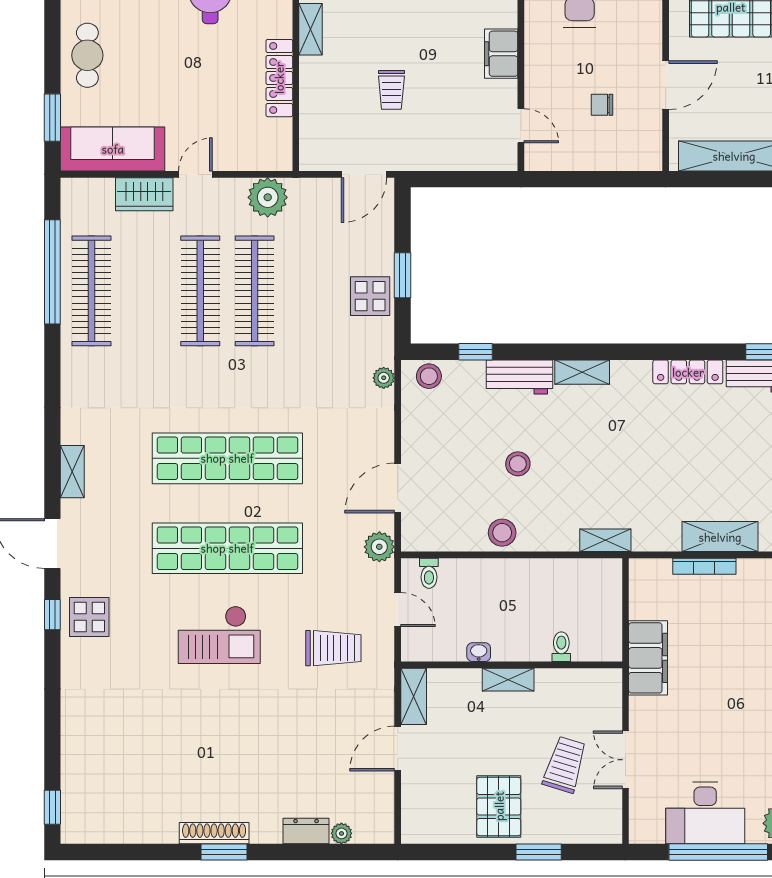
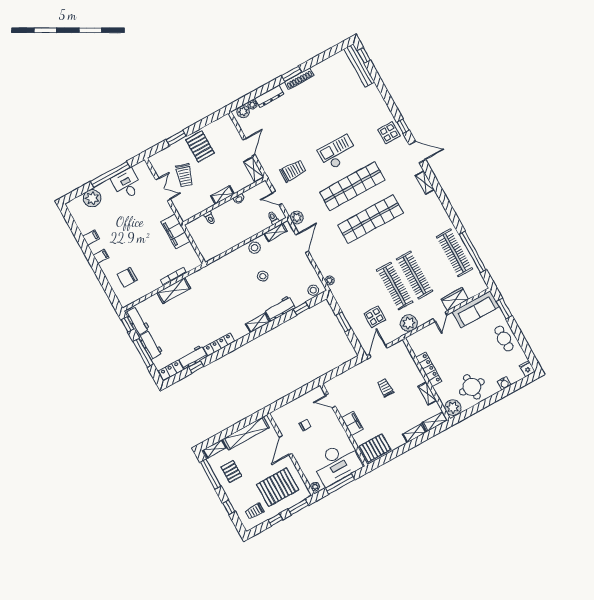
display table: (370, 296) -> (375, 317), moved
shelving: (605, 540) -> (275, 232), moved
trolley: (333, 648) -> (293, 171), turned 180
bench: (74, 791) -> (359, 65), added
desk: (705, 813) -> (127, 184), width x0.73
plant: (369, 829) -> (243, 112), added
dresser: (306, 831) -> (269, 96), width x1.44

